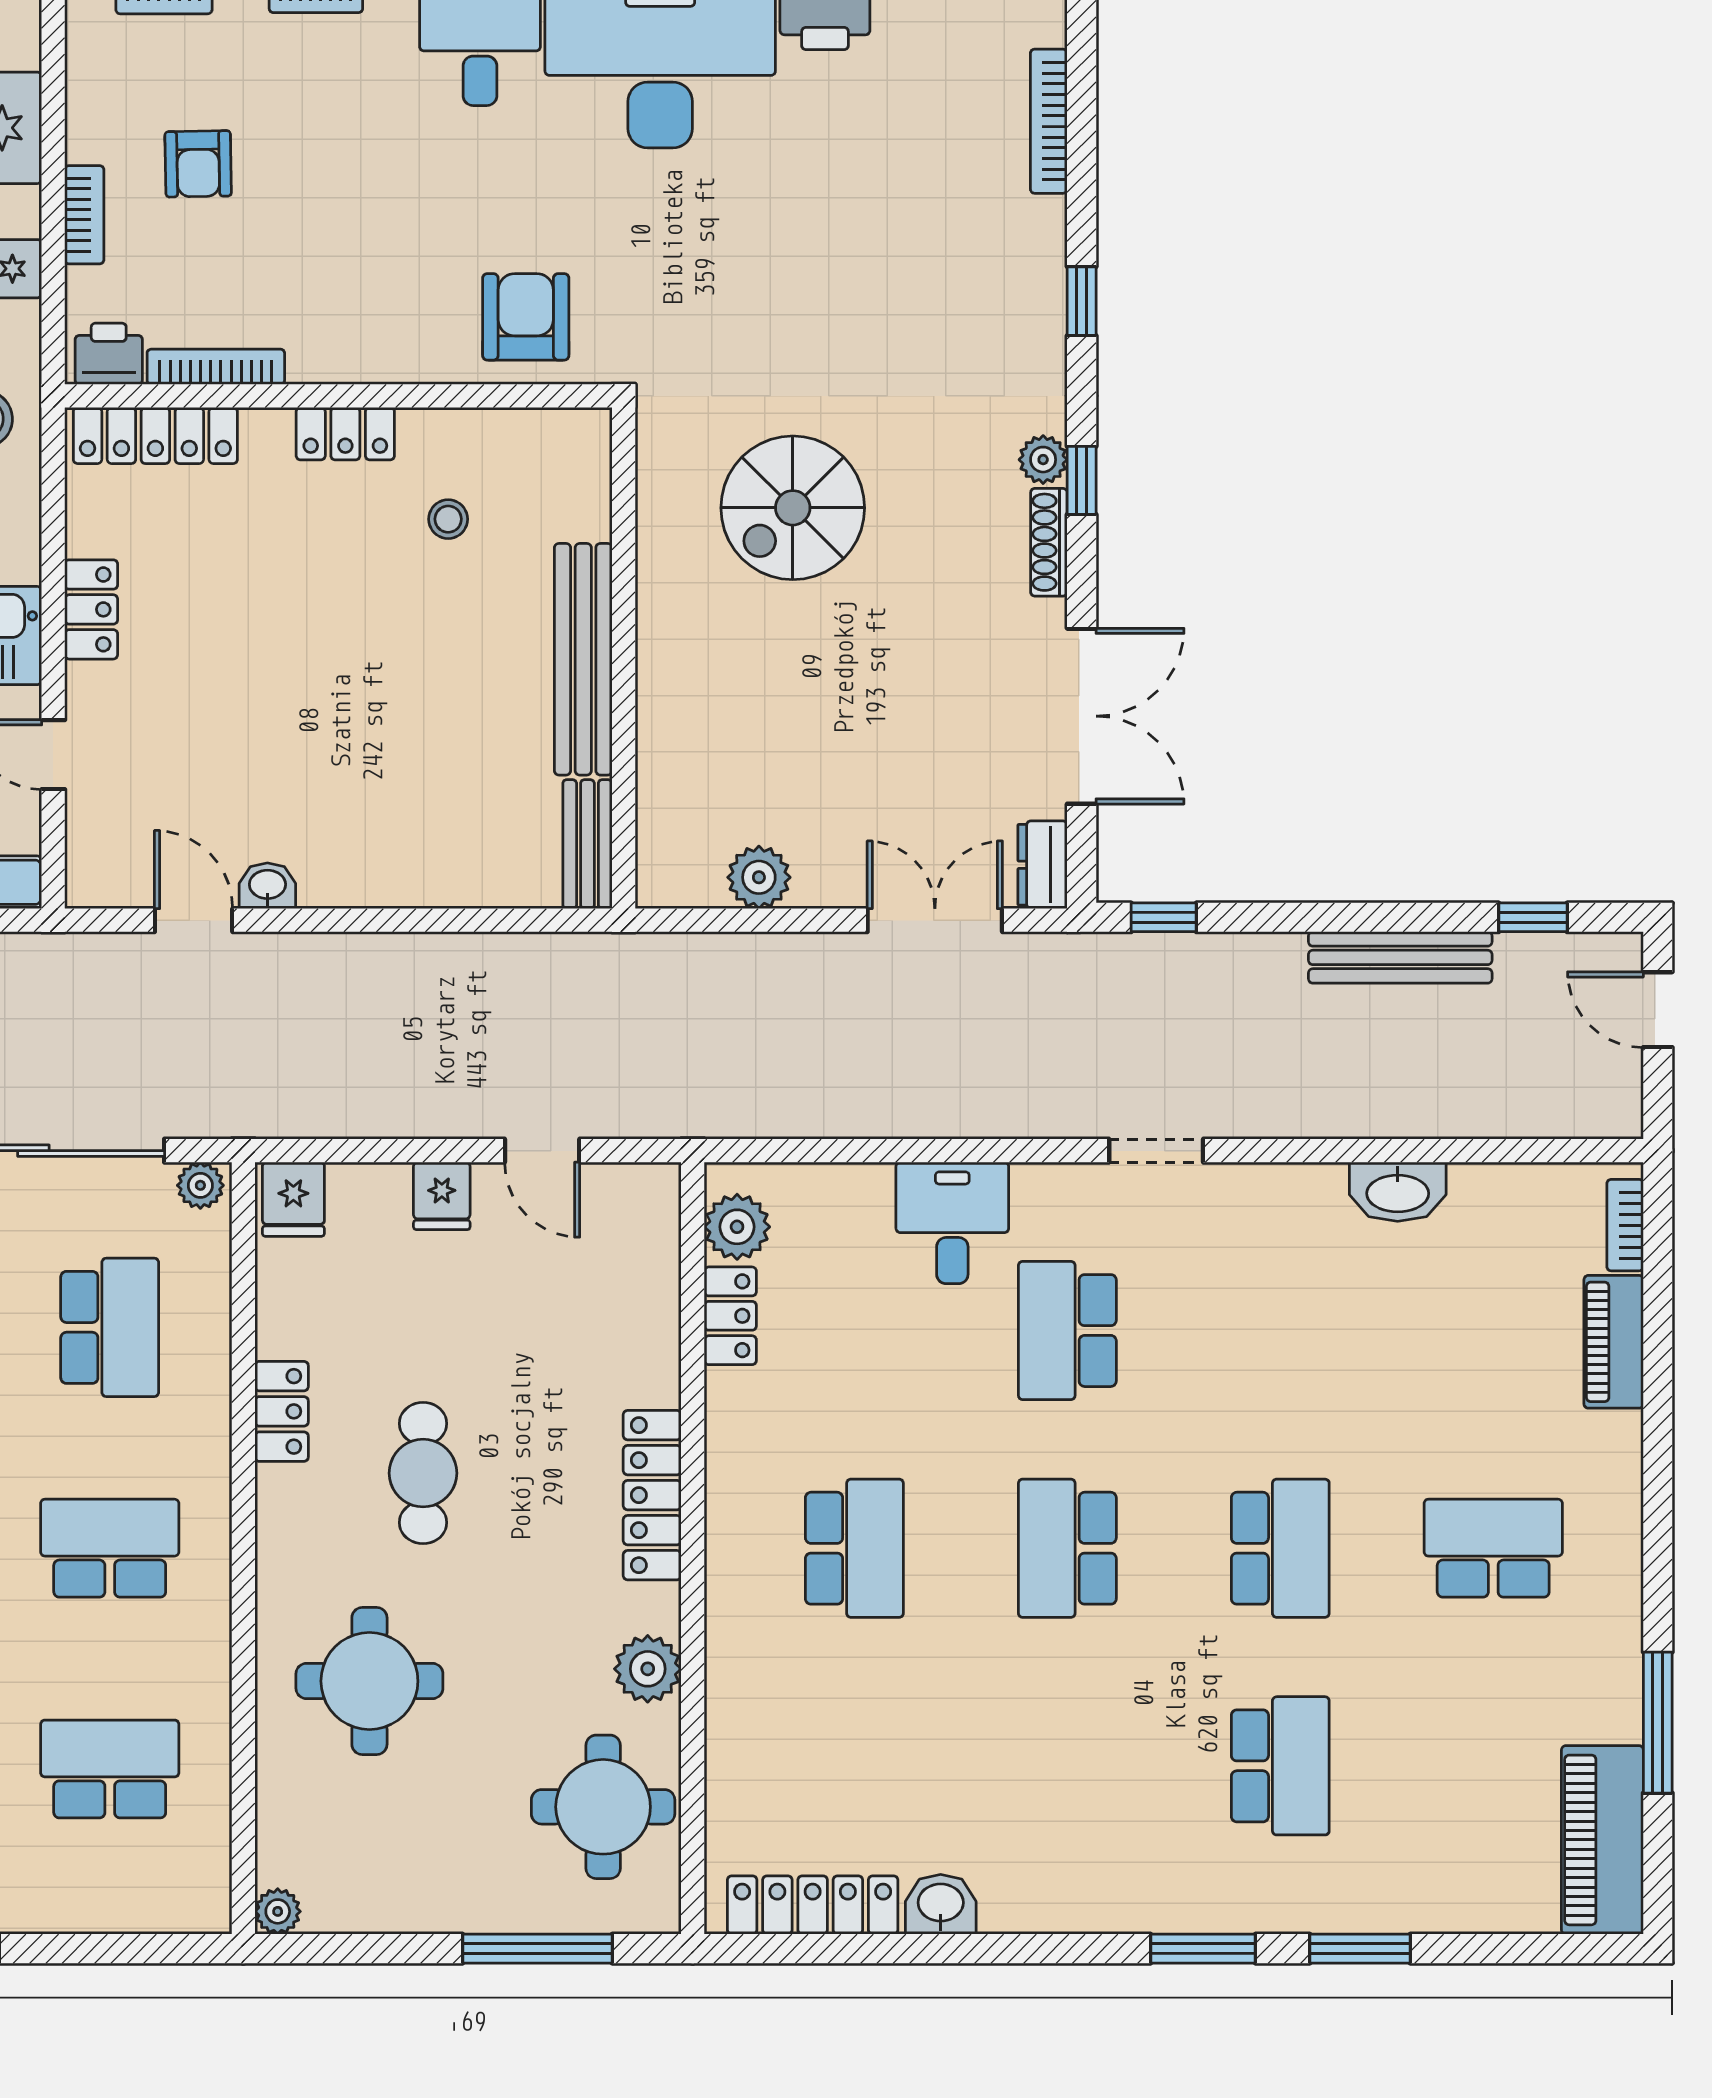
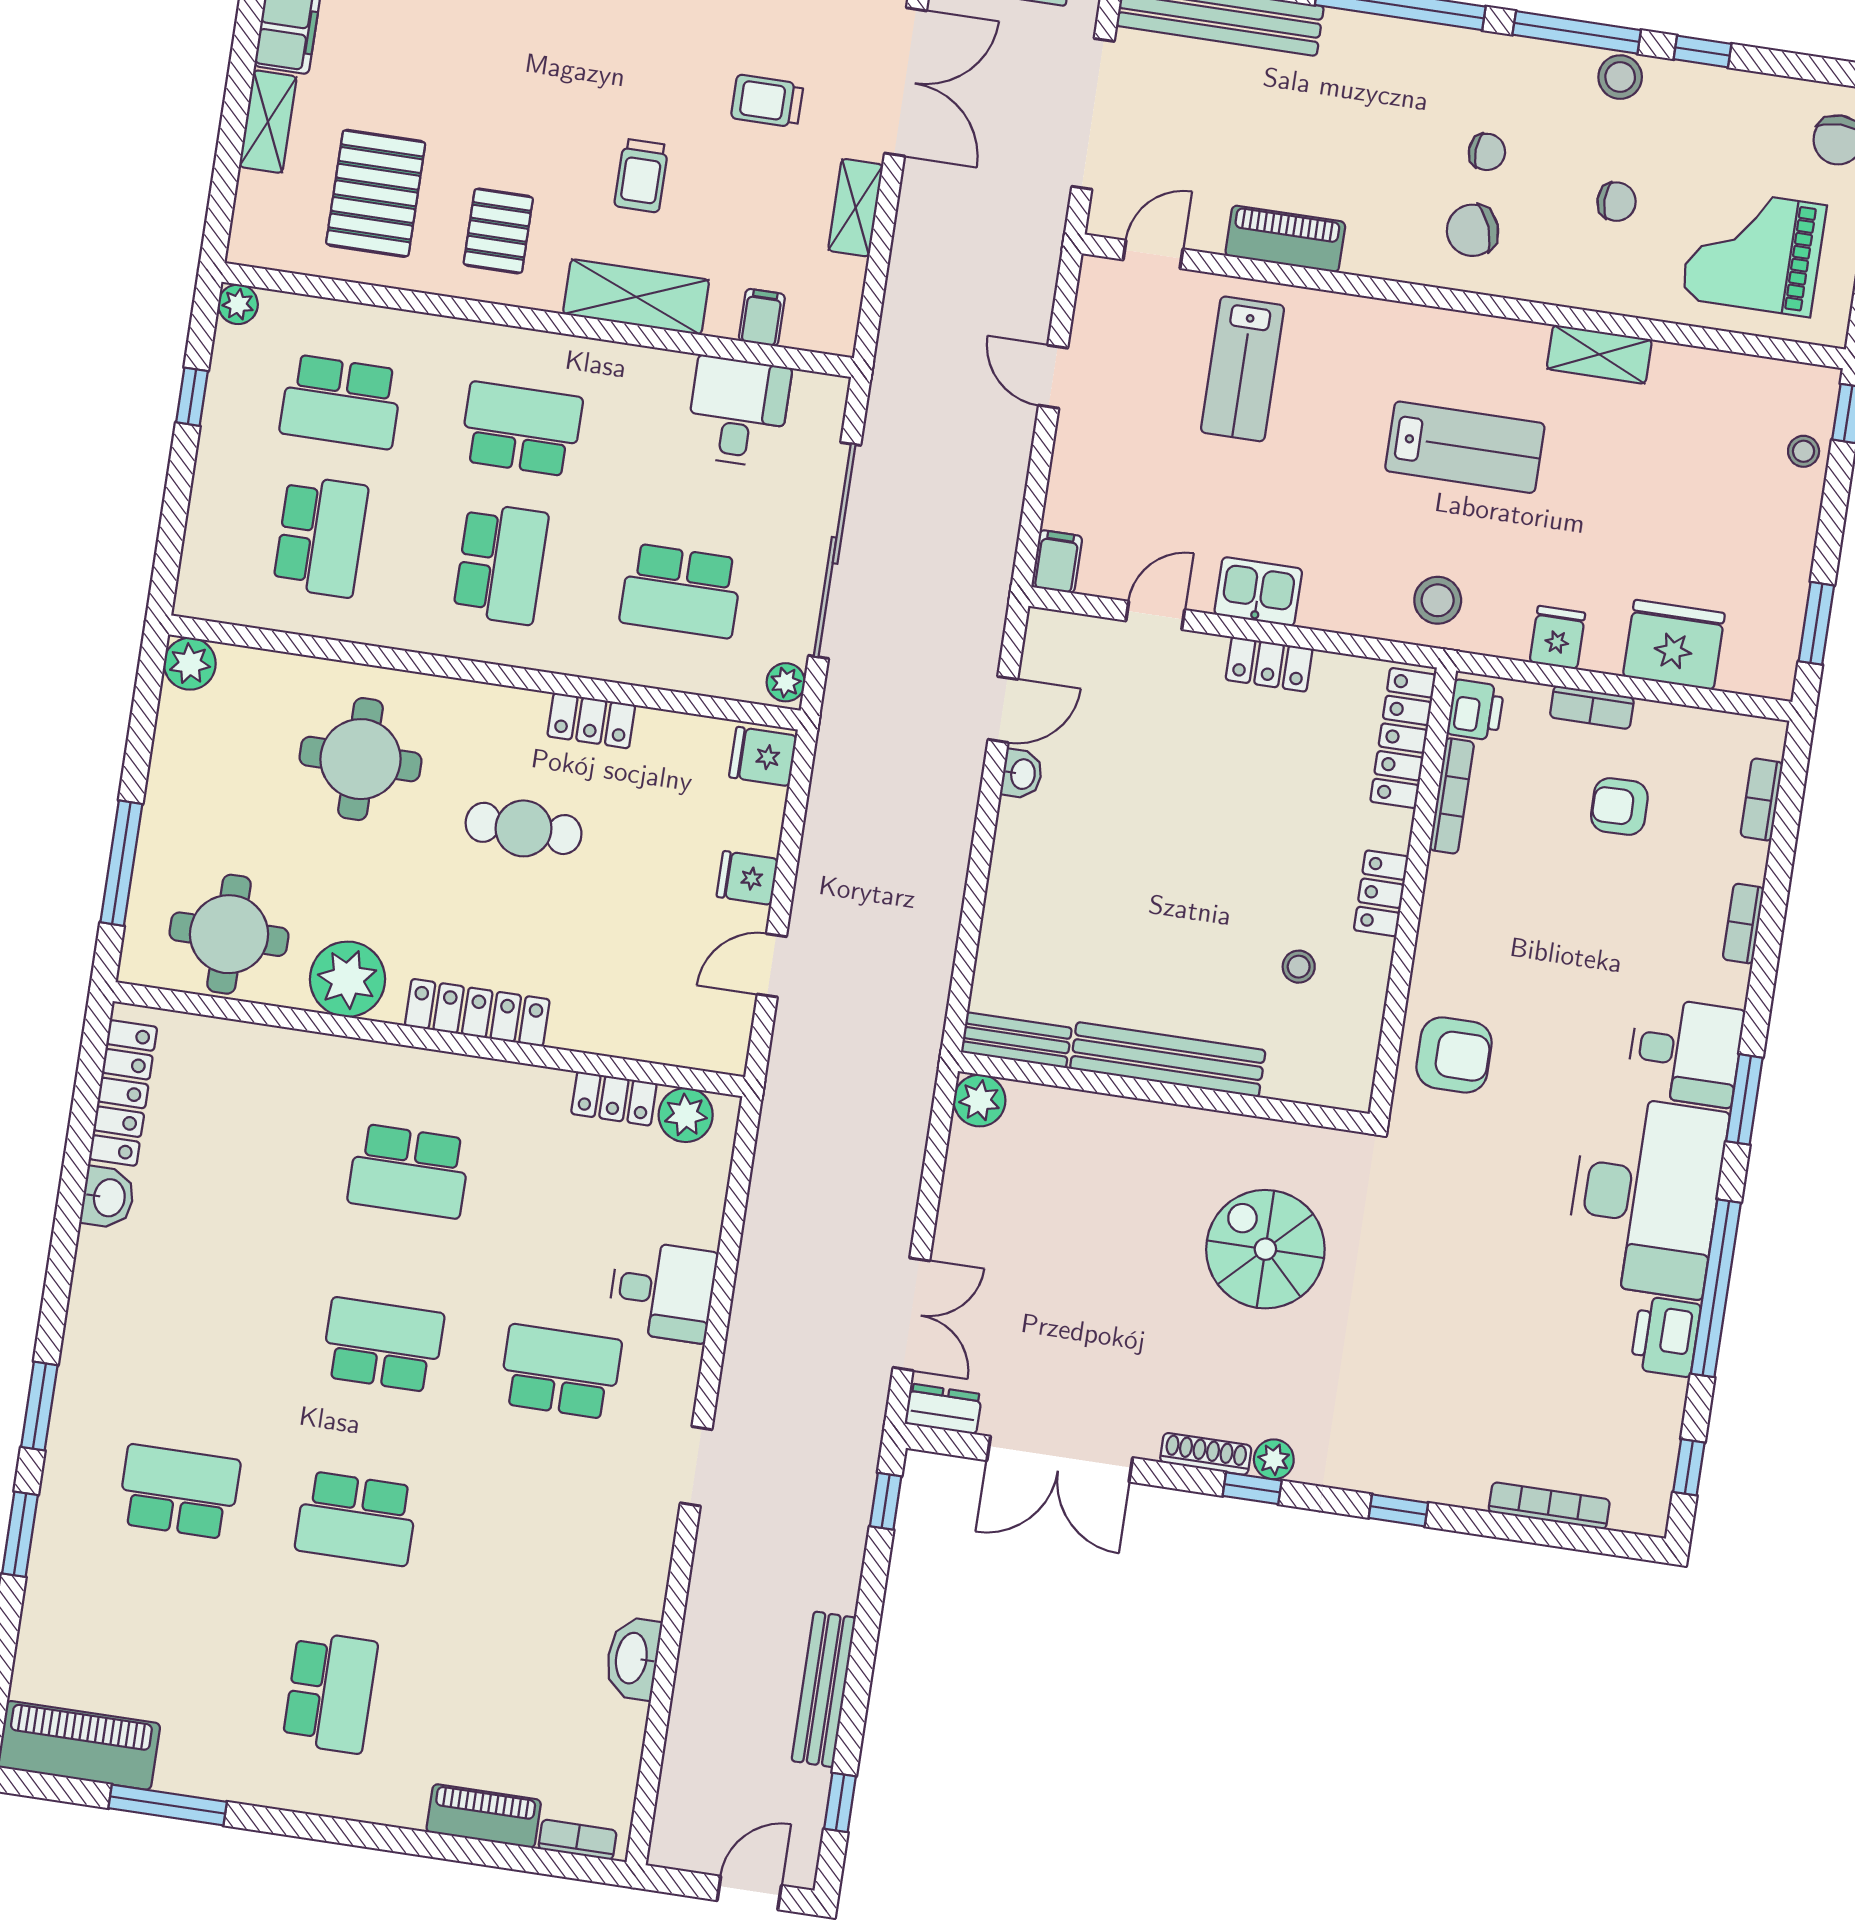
plant: (759, 877) -> (980, 1101), moved
plant: (648, 1669) -> (348, 979), width x1.36, depth x1.36
school desk: (1280, 1766) -> (179, 1492), turned 180
plant: (278, 1911) -> (190, 664), width x1.38, depth x1.38

